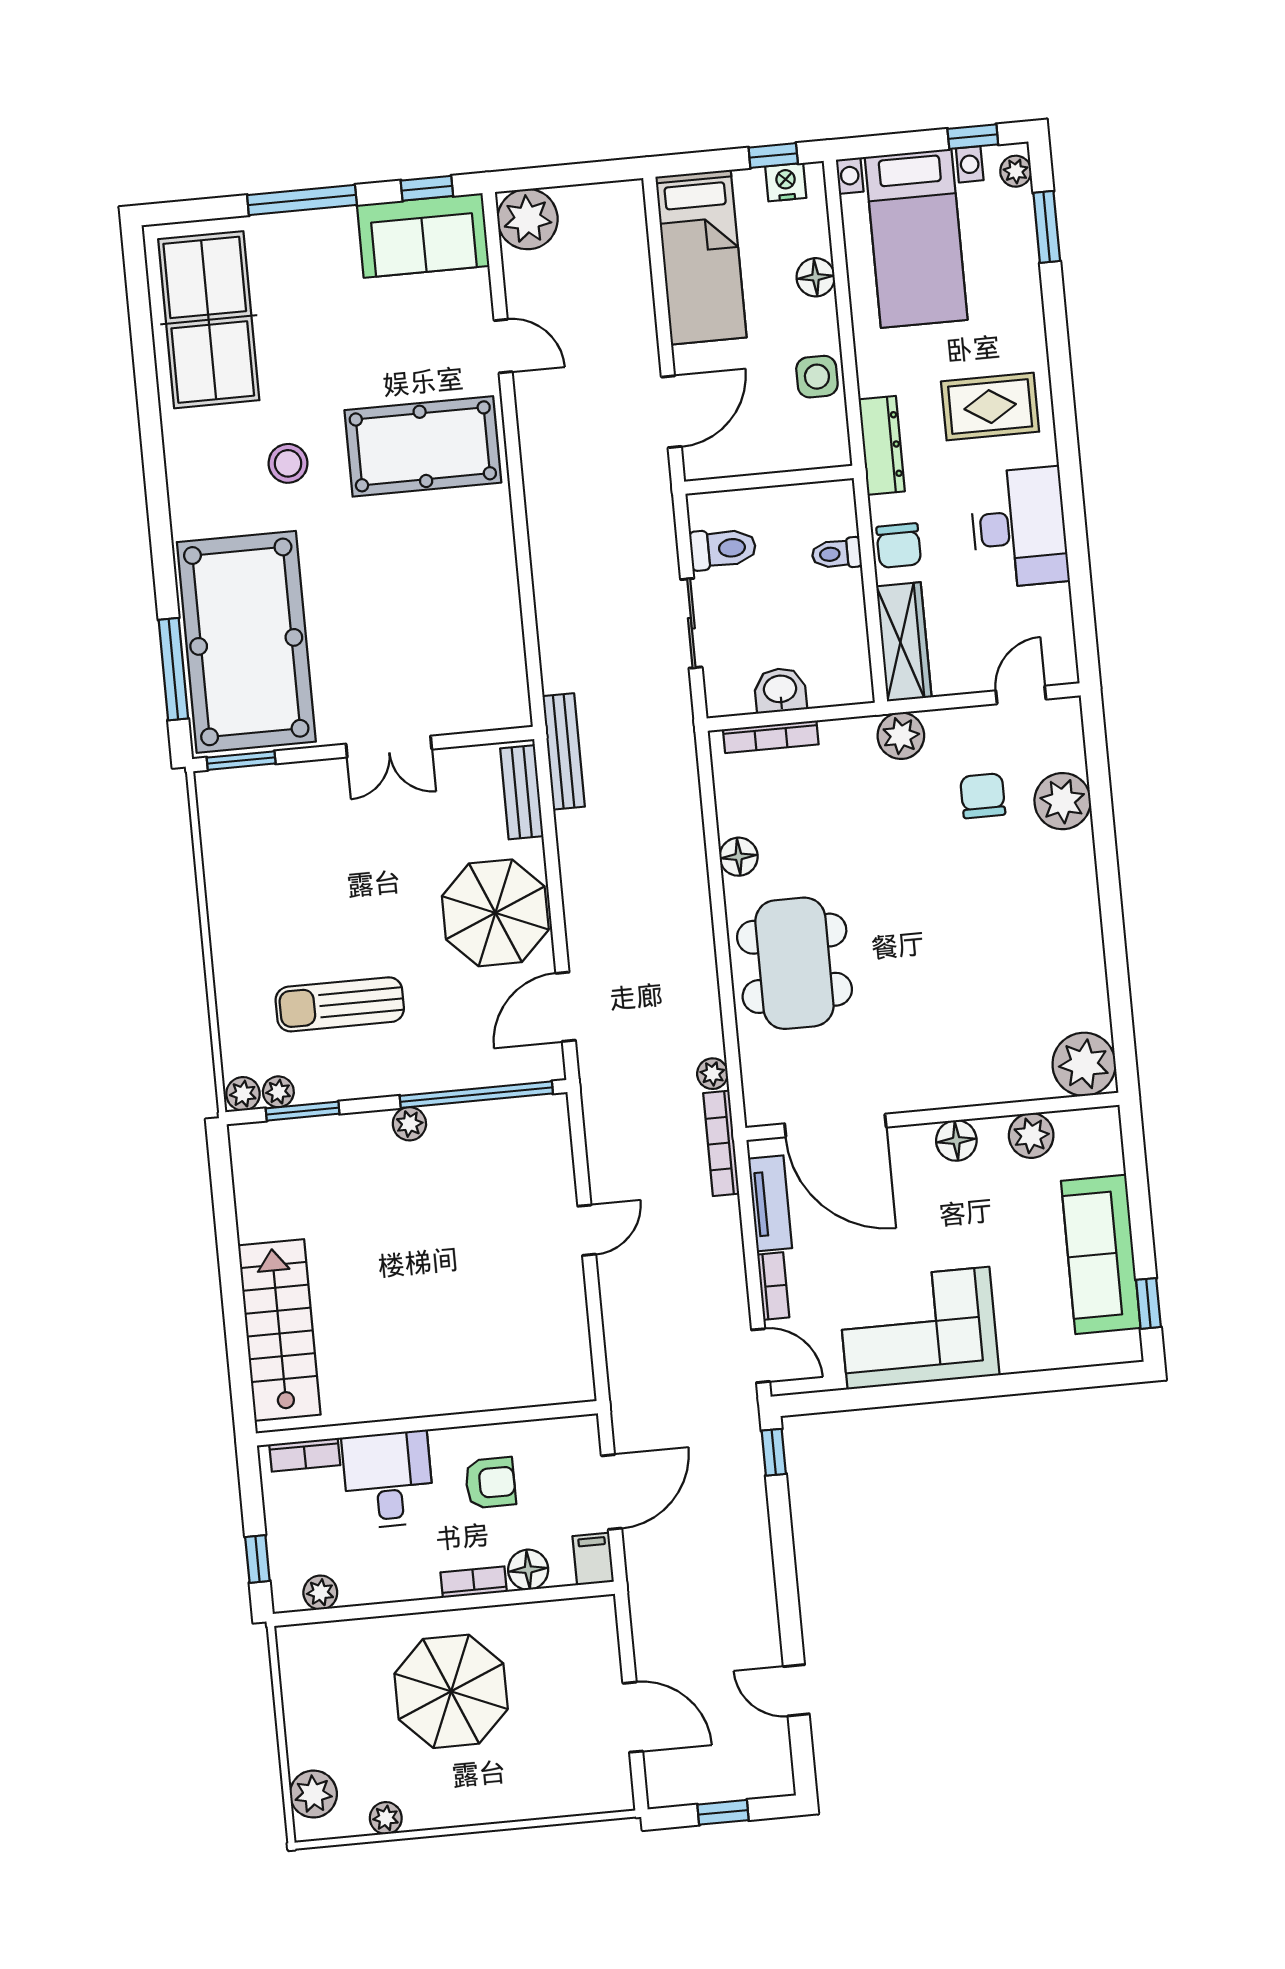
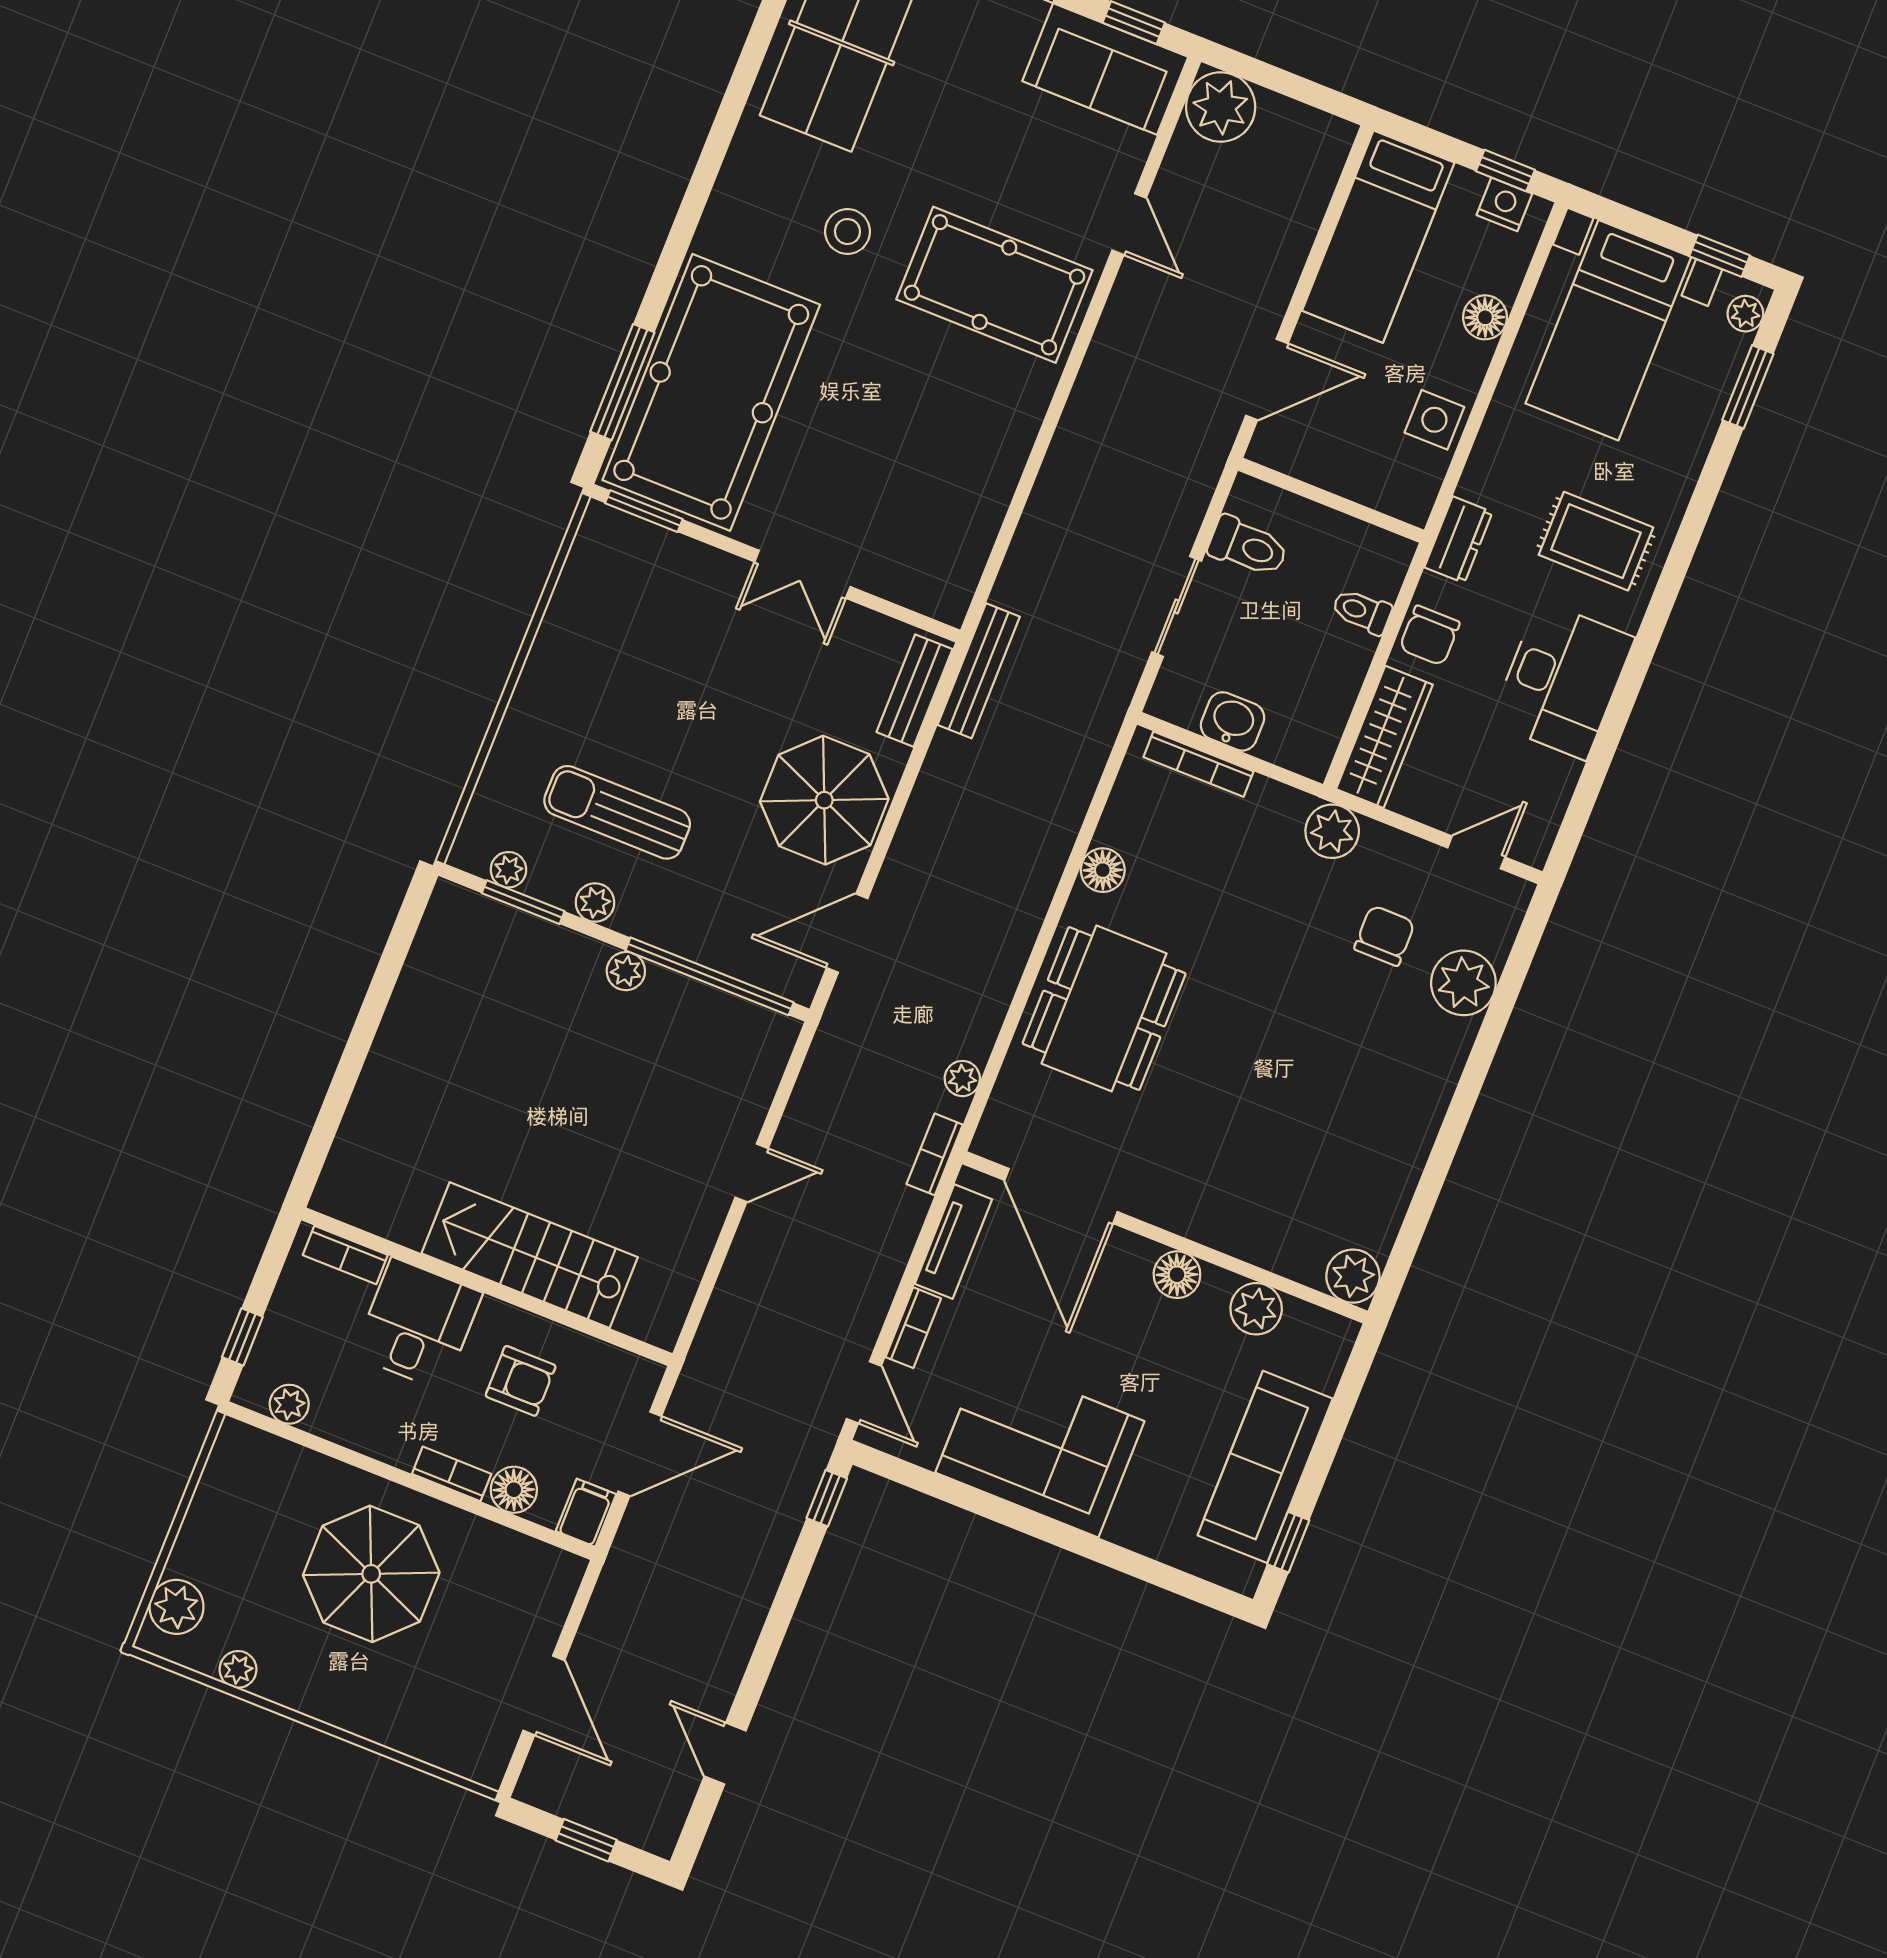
dresser: (882, 445) -> (1458, 540), width x0.70
plant: (1084, 1064) -> (1353, 1276), width x0.73, depth x0.73
plant: (243, 1094) -> (595, 903), moved
bookcase: (721, 1143) -> (935, 1154), width x0.64
stairs: (279, 1330) -> (530, 1255), moved, turned -90

